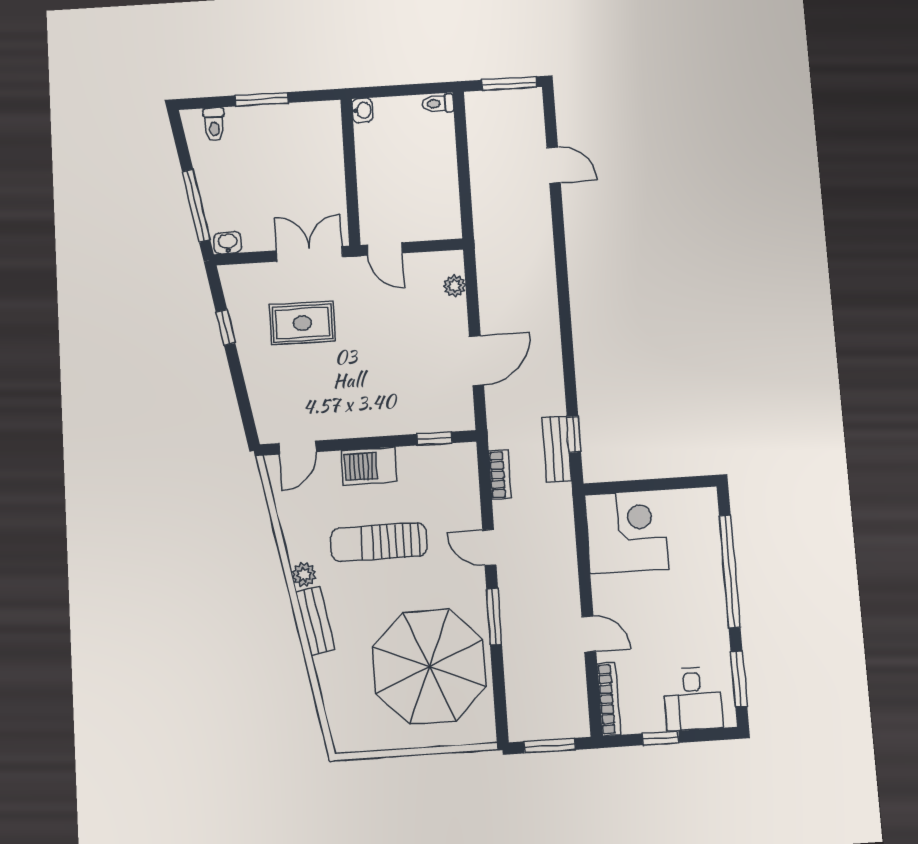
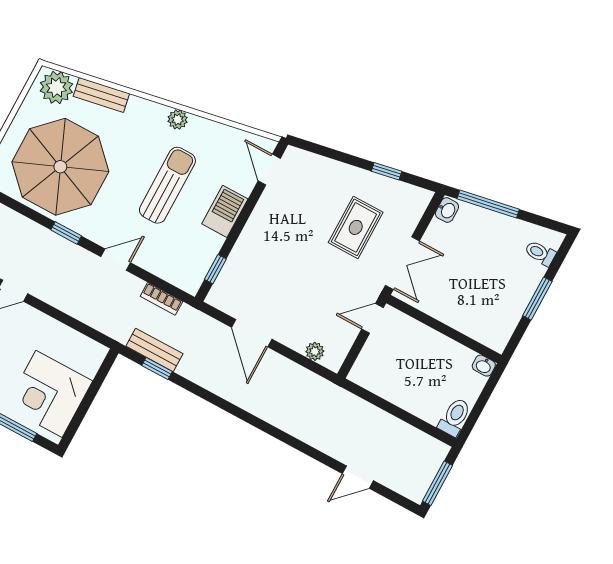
toilet: (438, 103) -> (455, 417), width x1.37, depth x1.39
corner desk: (626, 532) -> (49, 394), moved, turned 90
window: (494, 617) -> (66, 233), width x0.67
bench: (315, 621) -> (101, 95), moved
plant: (349, 724) -> (56, 88), added

